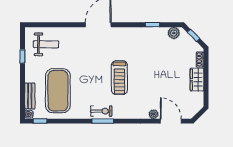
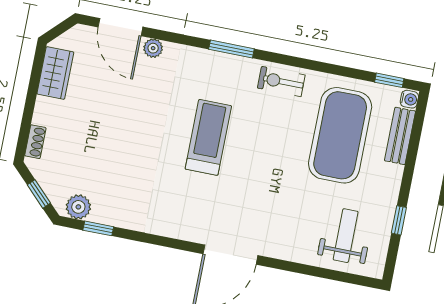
window: (152, 25) -> (98, 228), moved
weight bench: (46, 44) -> (346, 236), turned 90
wardrobe: (197, 80) -> (55, 73), moved
exercise bike: (101, 111) -> (281, 81), moved
window: (103, 121) -> (231, 49), moved

